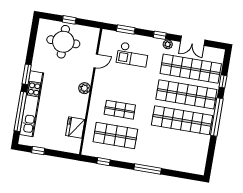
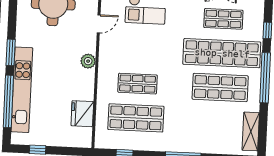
shop shelf: (191, 69) -> (223, 19), width x0.50, depth x0.74
shop shelf: (182, 120) -> (220, 87), width x0.71
shelving: (201, 156) -> (251, 131), added

